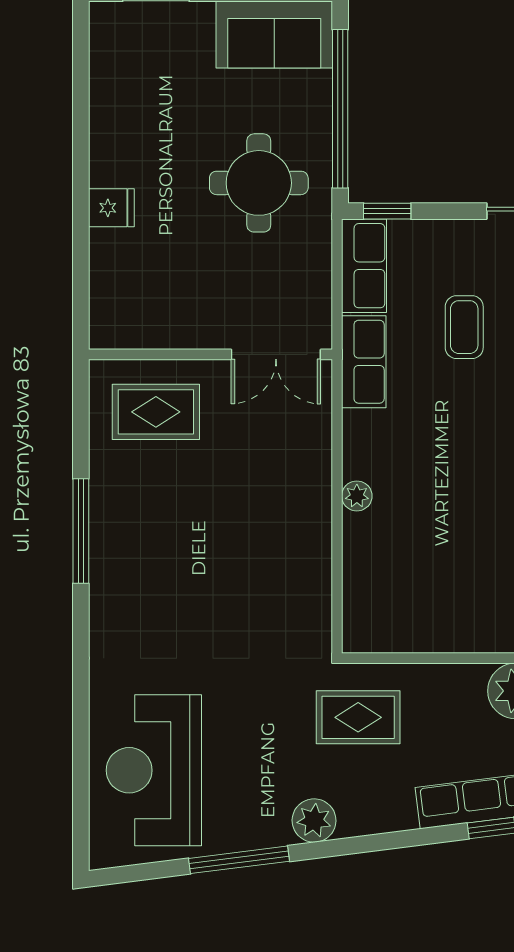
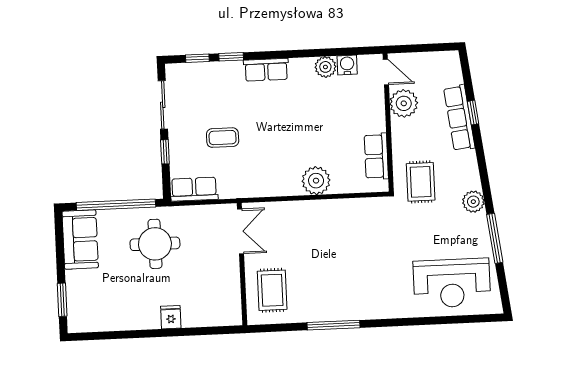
window: (387, 211) -> (165, 152), moved
row of seats: (364, 362) -> (376, 156), moved, turned -90
plant: (357, 496) -> (316, 181), width x1.88, depth x1.88

